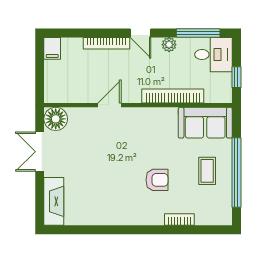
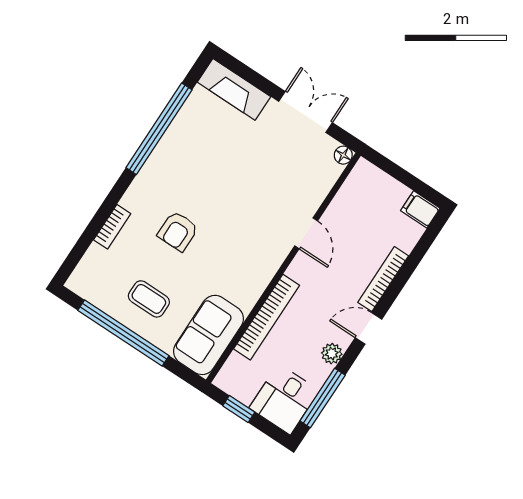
floor lamp: (56, 119) -> (343, 155), width x0.53, depth x0.53
window: (105, 230) -> (159, 129), added

